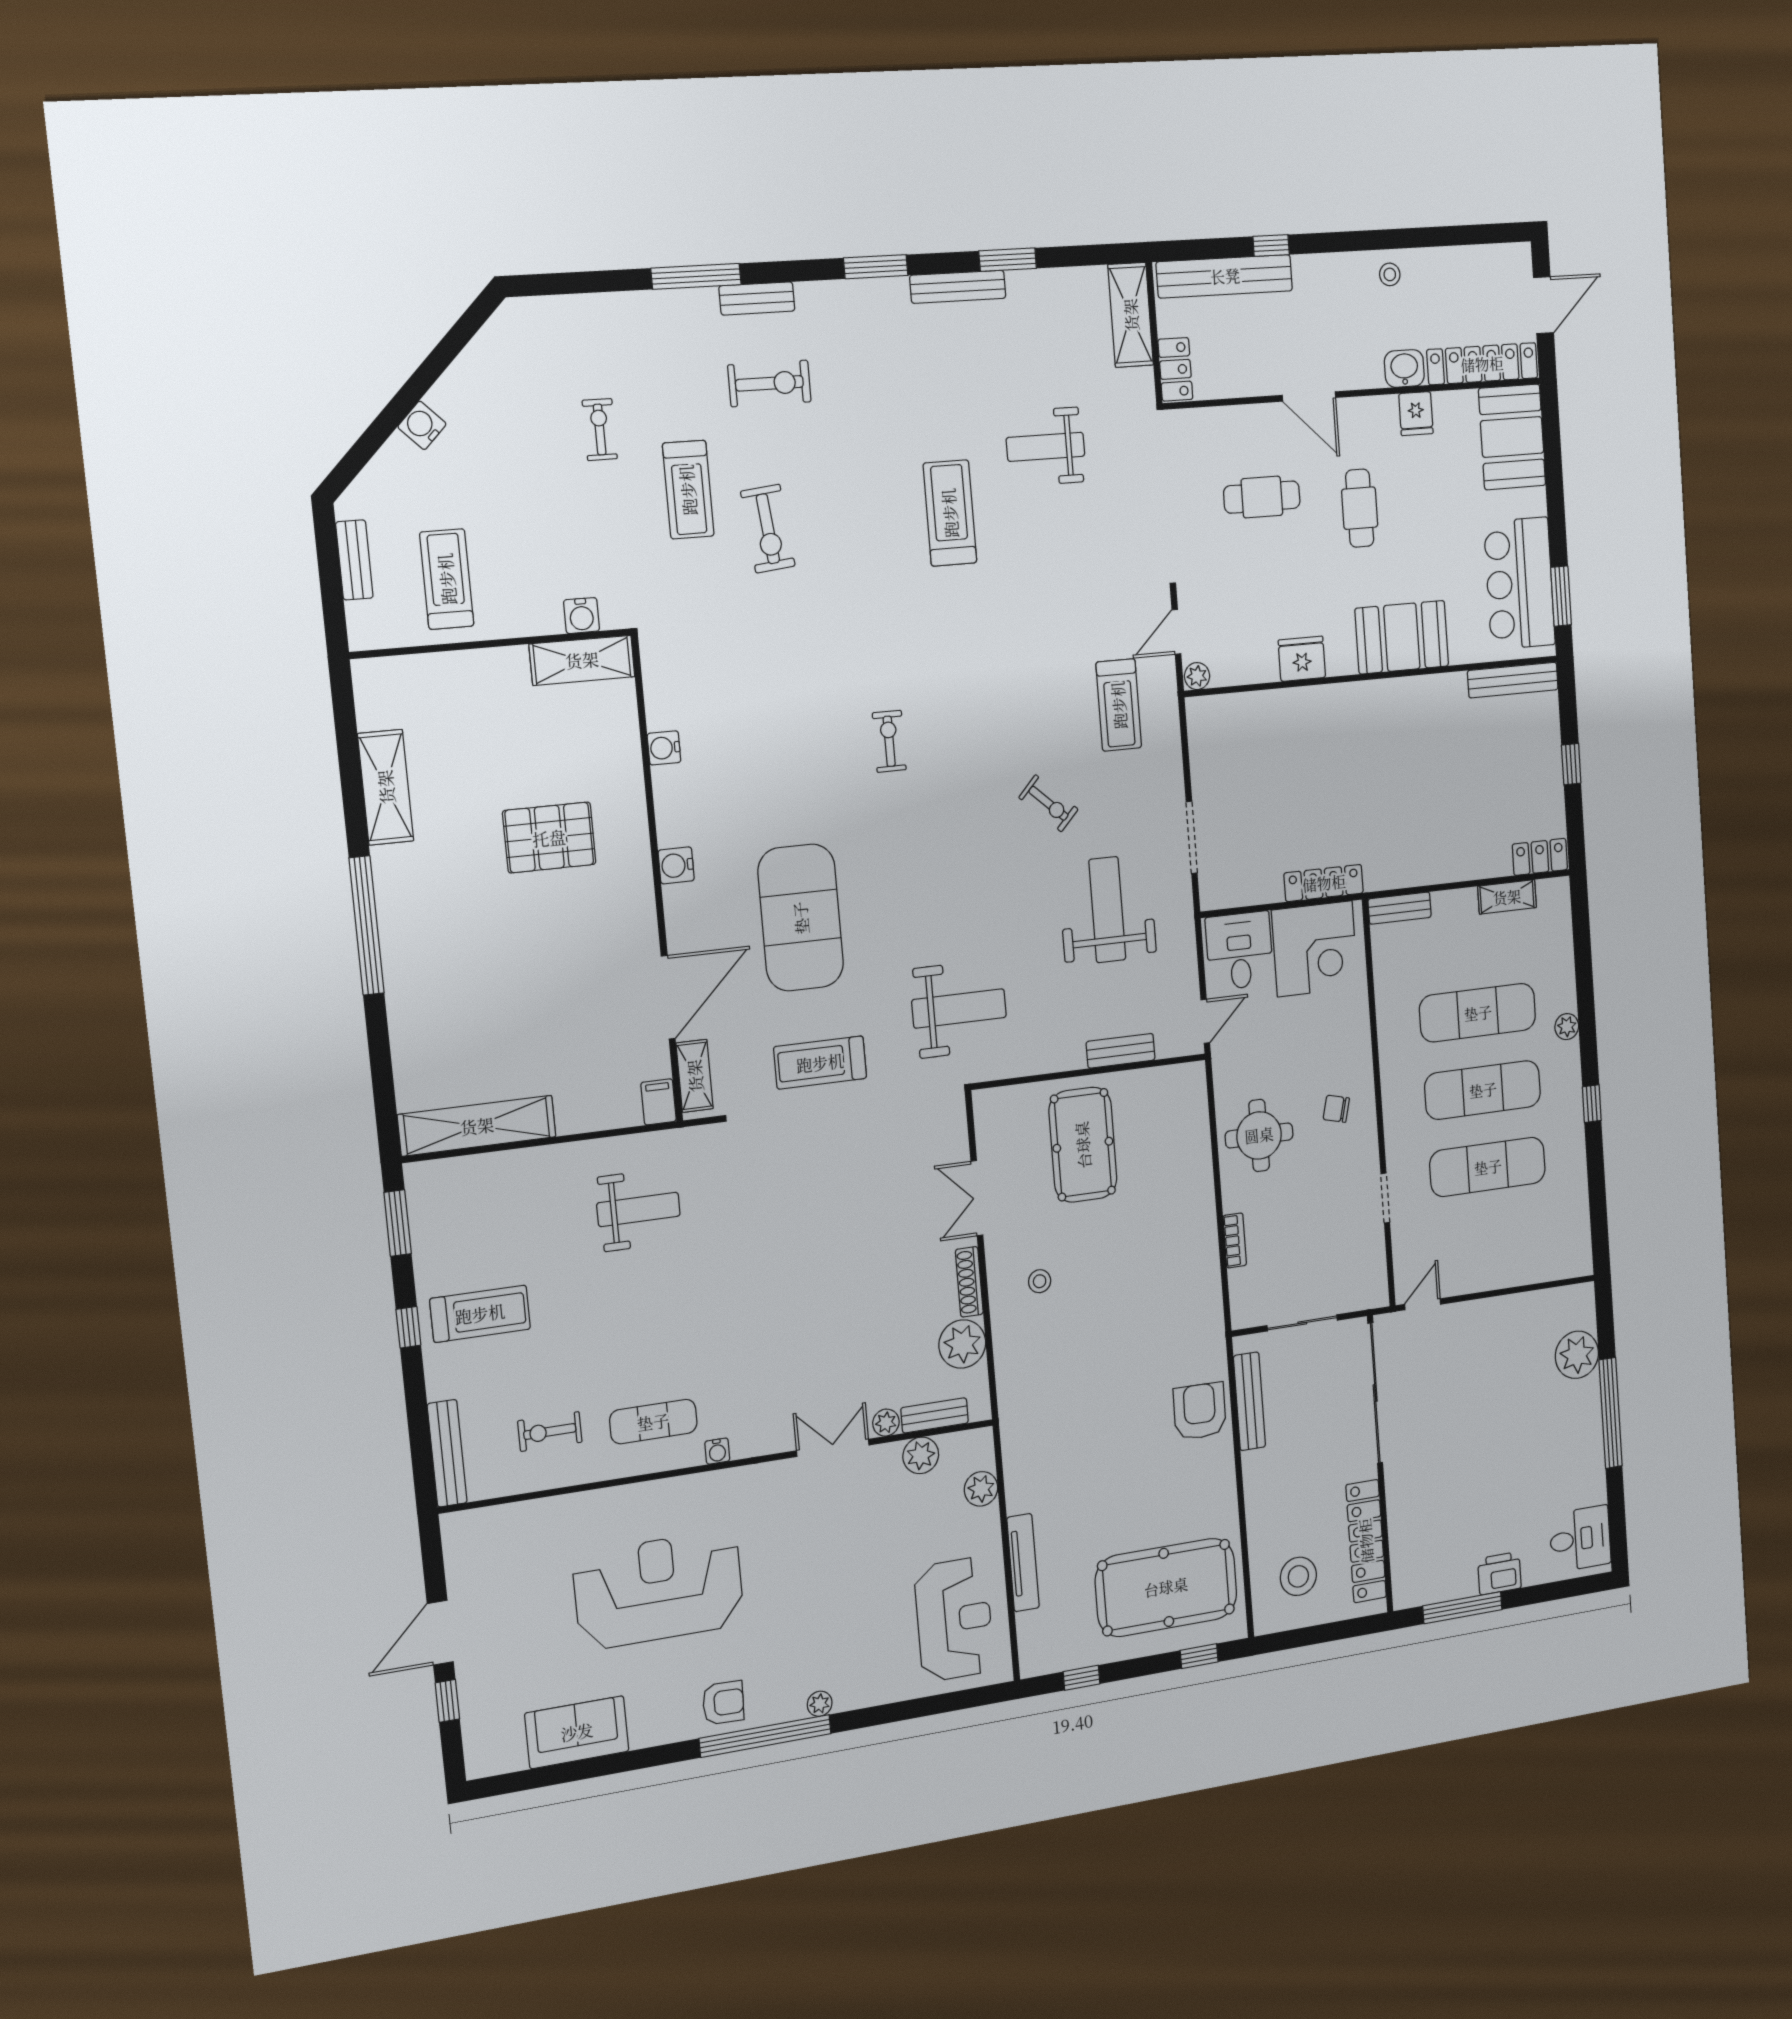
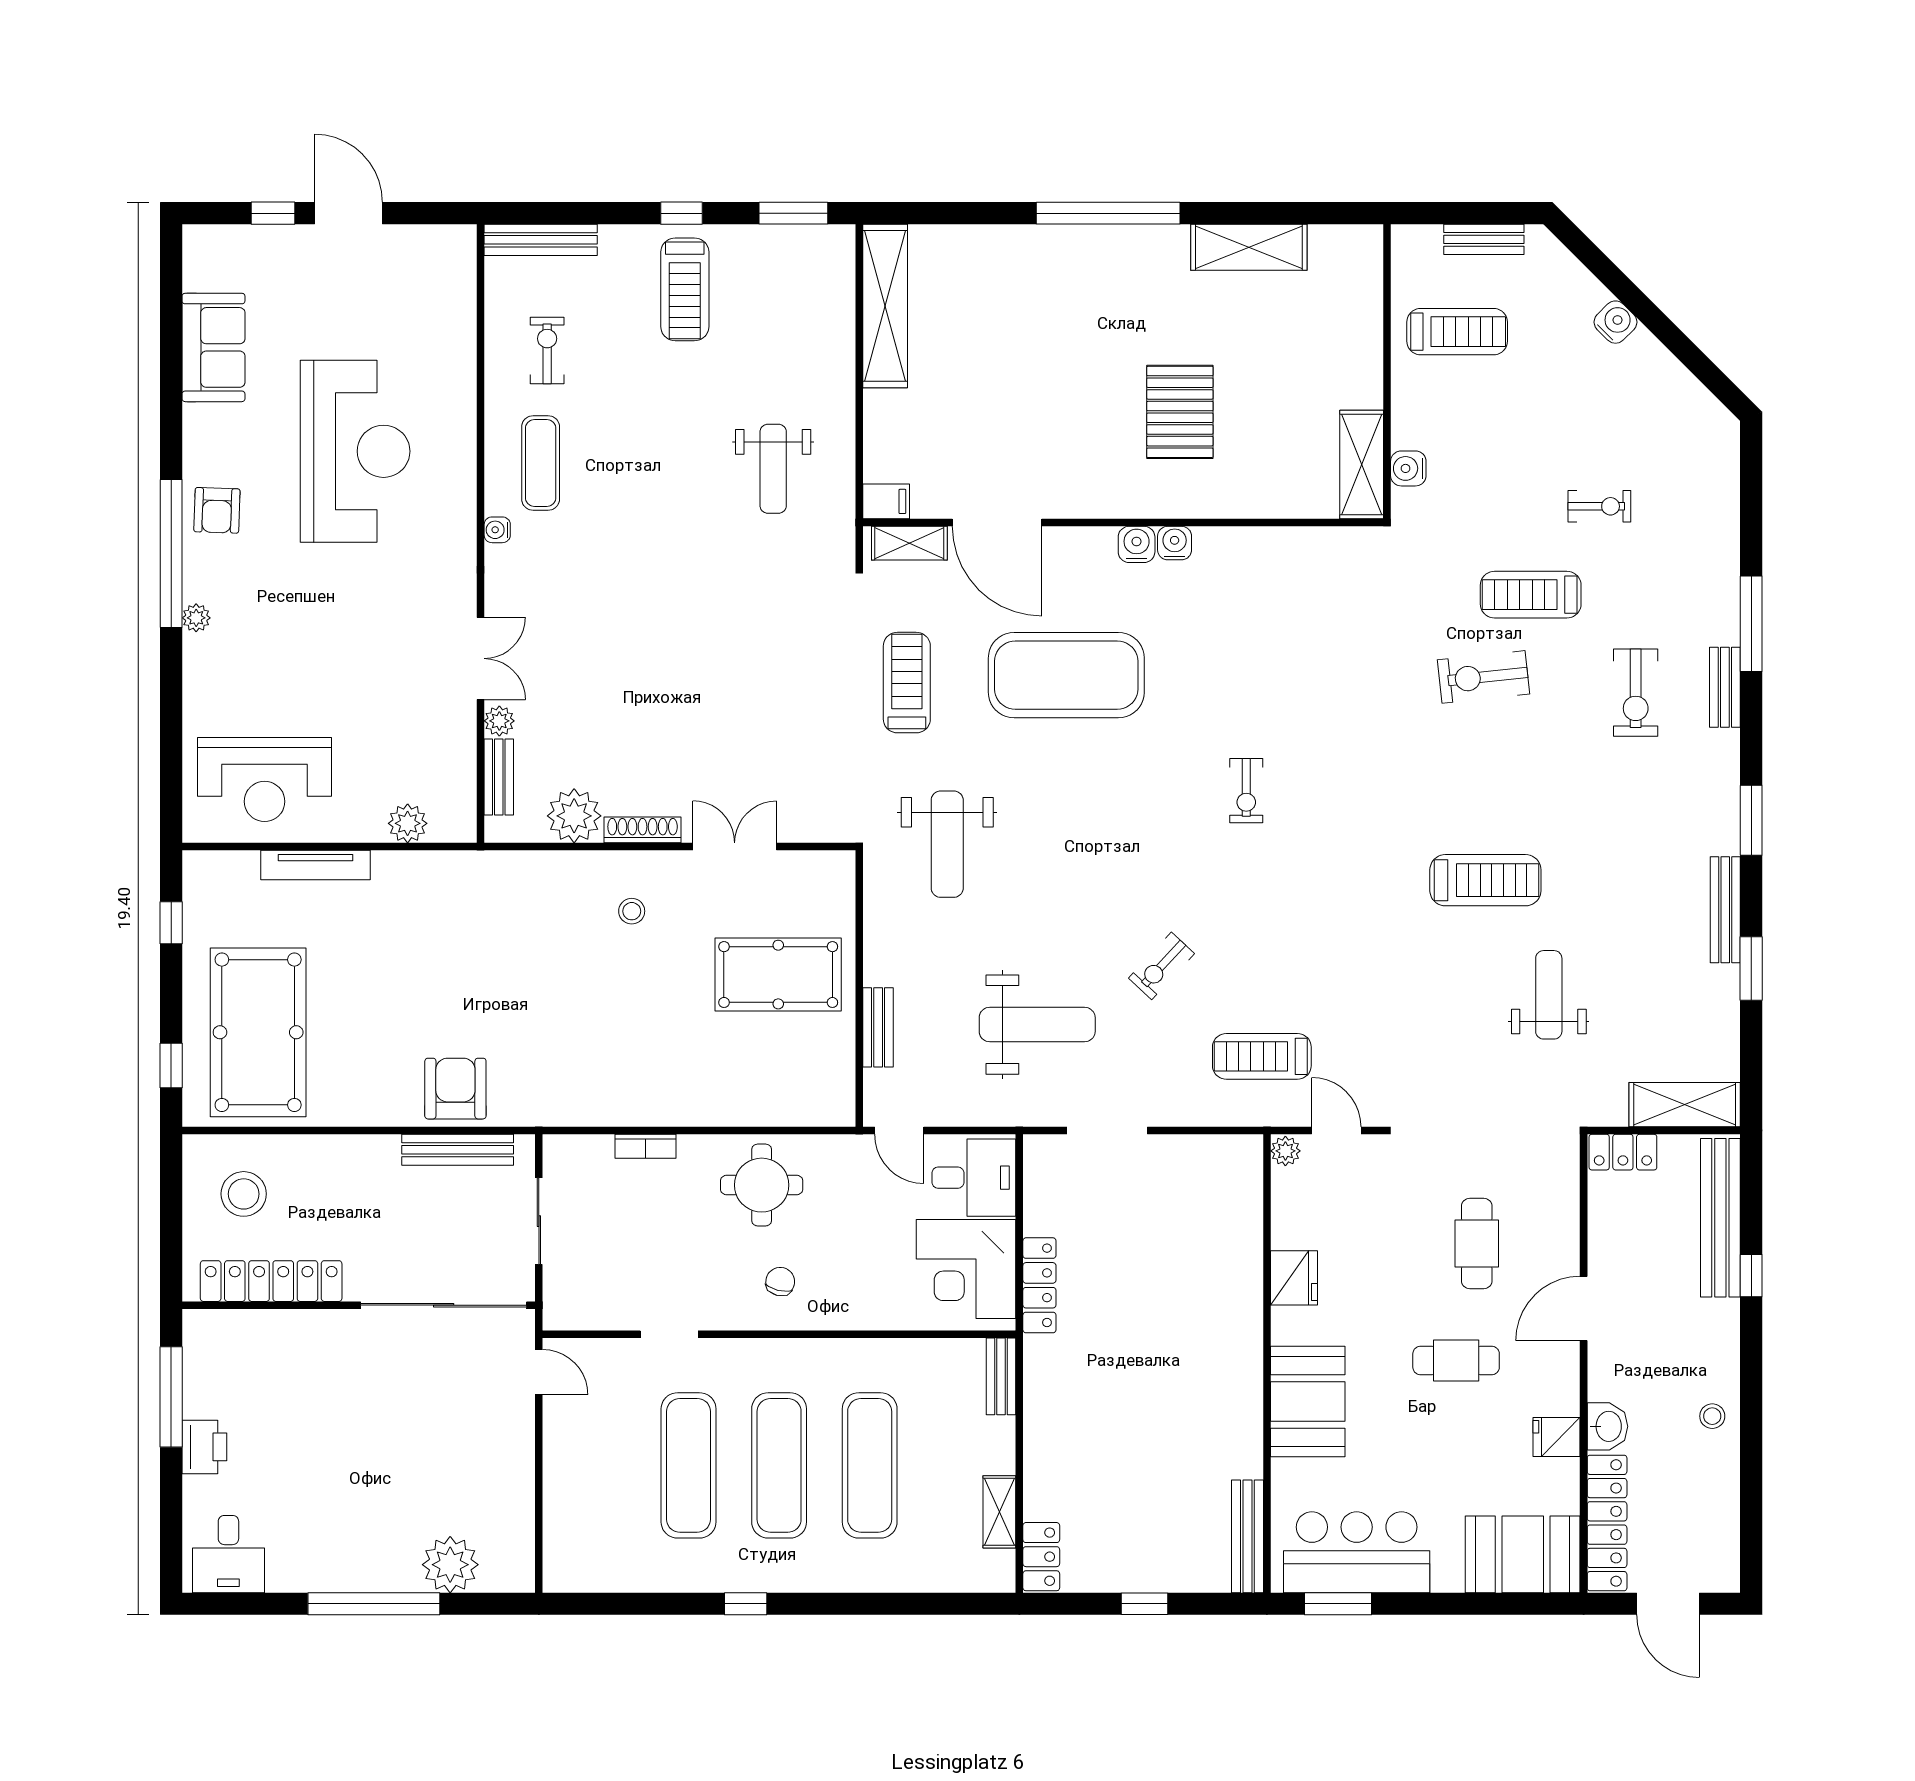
exercise bike: (889, 741) -> (1246, 791), turned 90
water cooler: (664, 748) -> (1175, 543), moved
plant: (1567, 1027) -> (840, 1578), removed
armchair: (1200, 1411) -> (455, 1089), turned -91
plant: (921, 1455) -> (456, 757), removed

